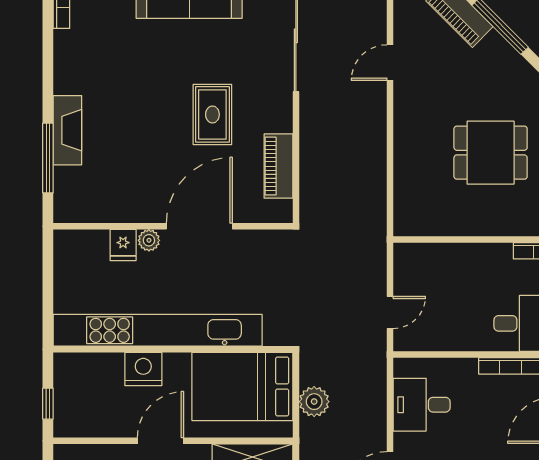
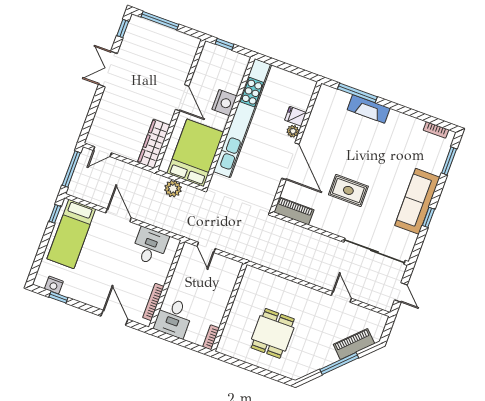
piano: (278, 166) -> (294, 211), moved

